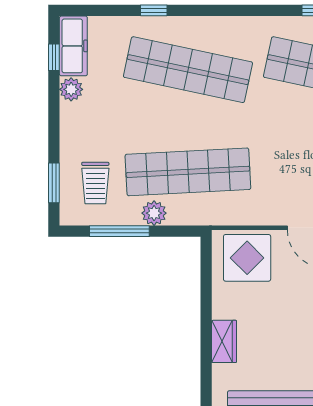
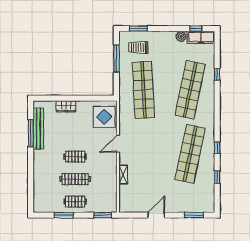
plant: (154, 213) -> (125, 74), removed

